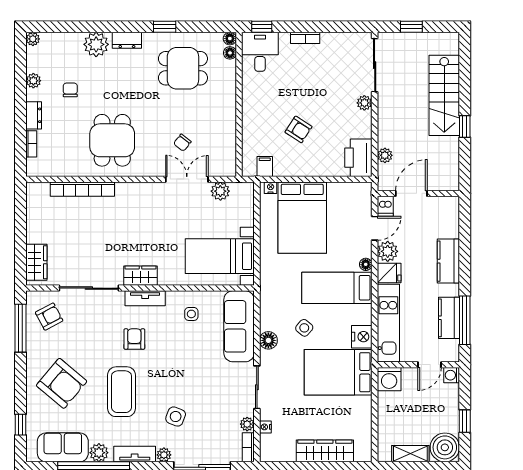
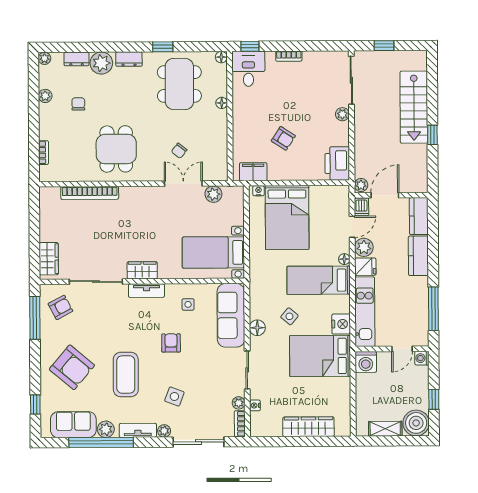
floor lamp: (230, 53) -> (222, 103), moved
dining table: (183, 68) -> (179, 84), width x1.38
dresser: (34, 115) -> (77, 59), moved, turned 90
plant: (385, 155) -> (361, 185), moved
filing cabinet: (265, 166) -> (253, 172), width x2.00
kitchen counter: (449, 318) -> (419, 216), moved
armchair: (134, 339) -> (171, 343), moved

